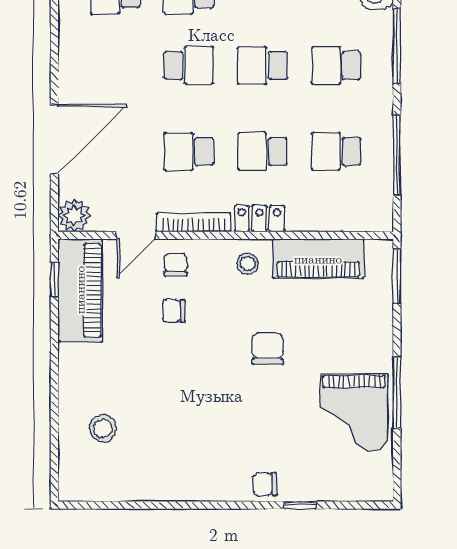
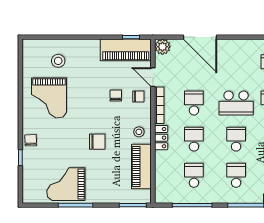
school desk: (189, 66) -> (236, 103), width x1.85
grand piano: (178, 447) -> (49, 98), added

